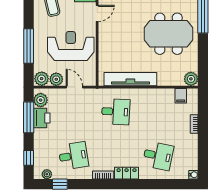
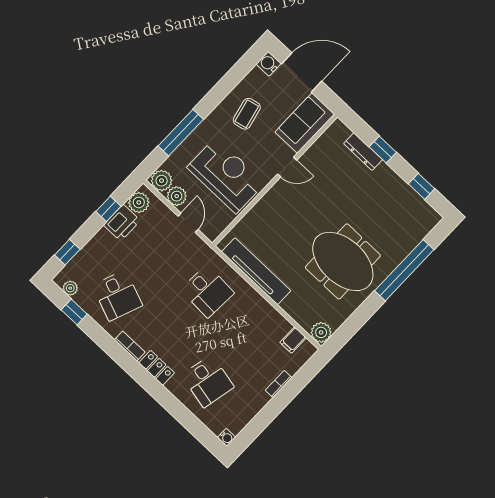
window: (29, 117) -> (108, 209), width x0.46
desk: (73, 156) -> (117, 295), turned 30

